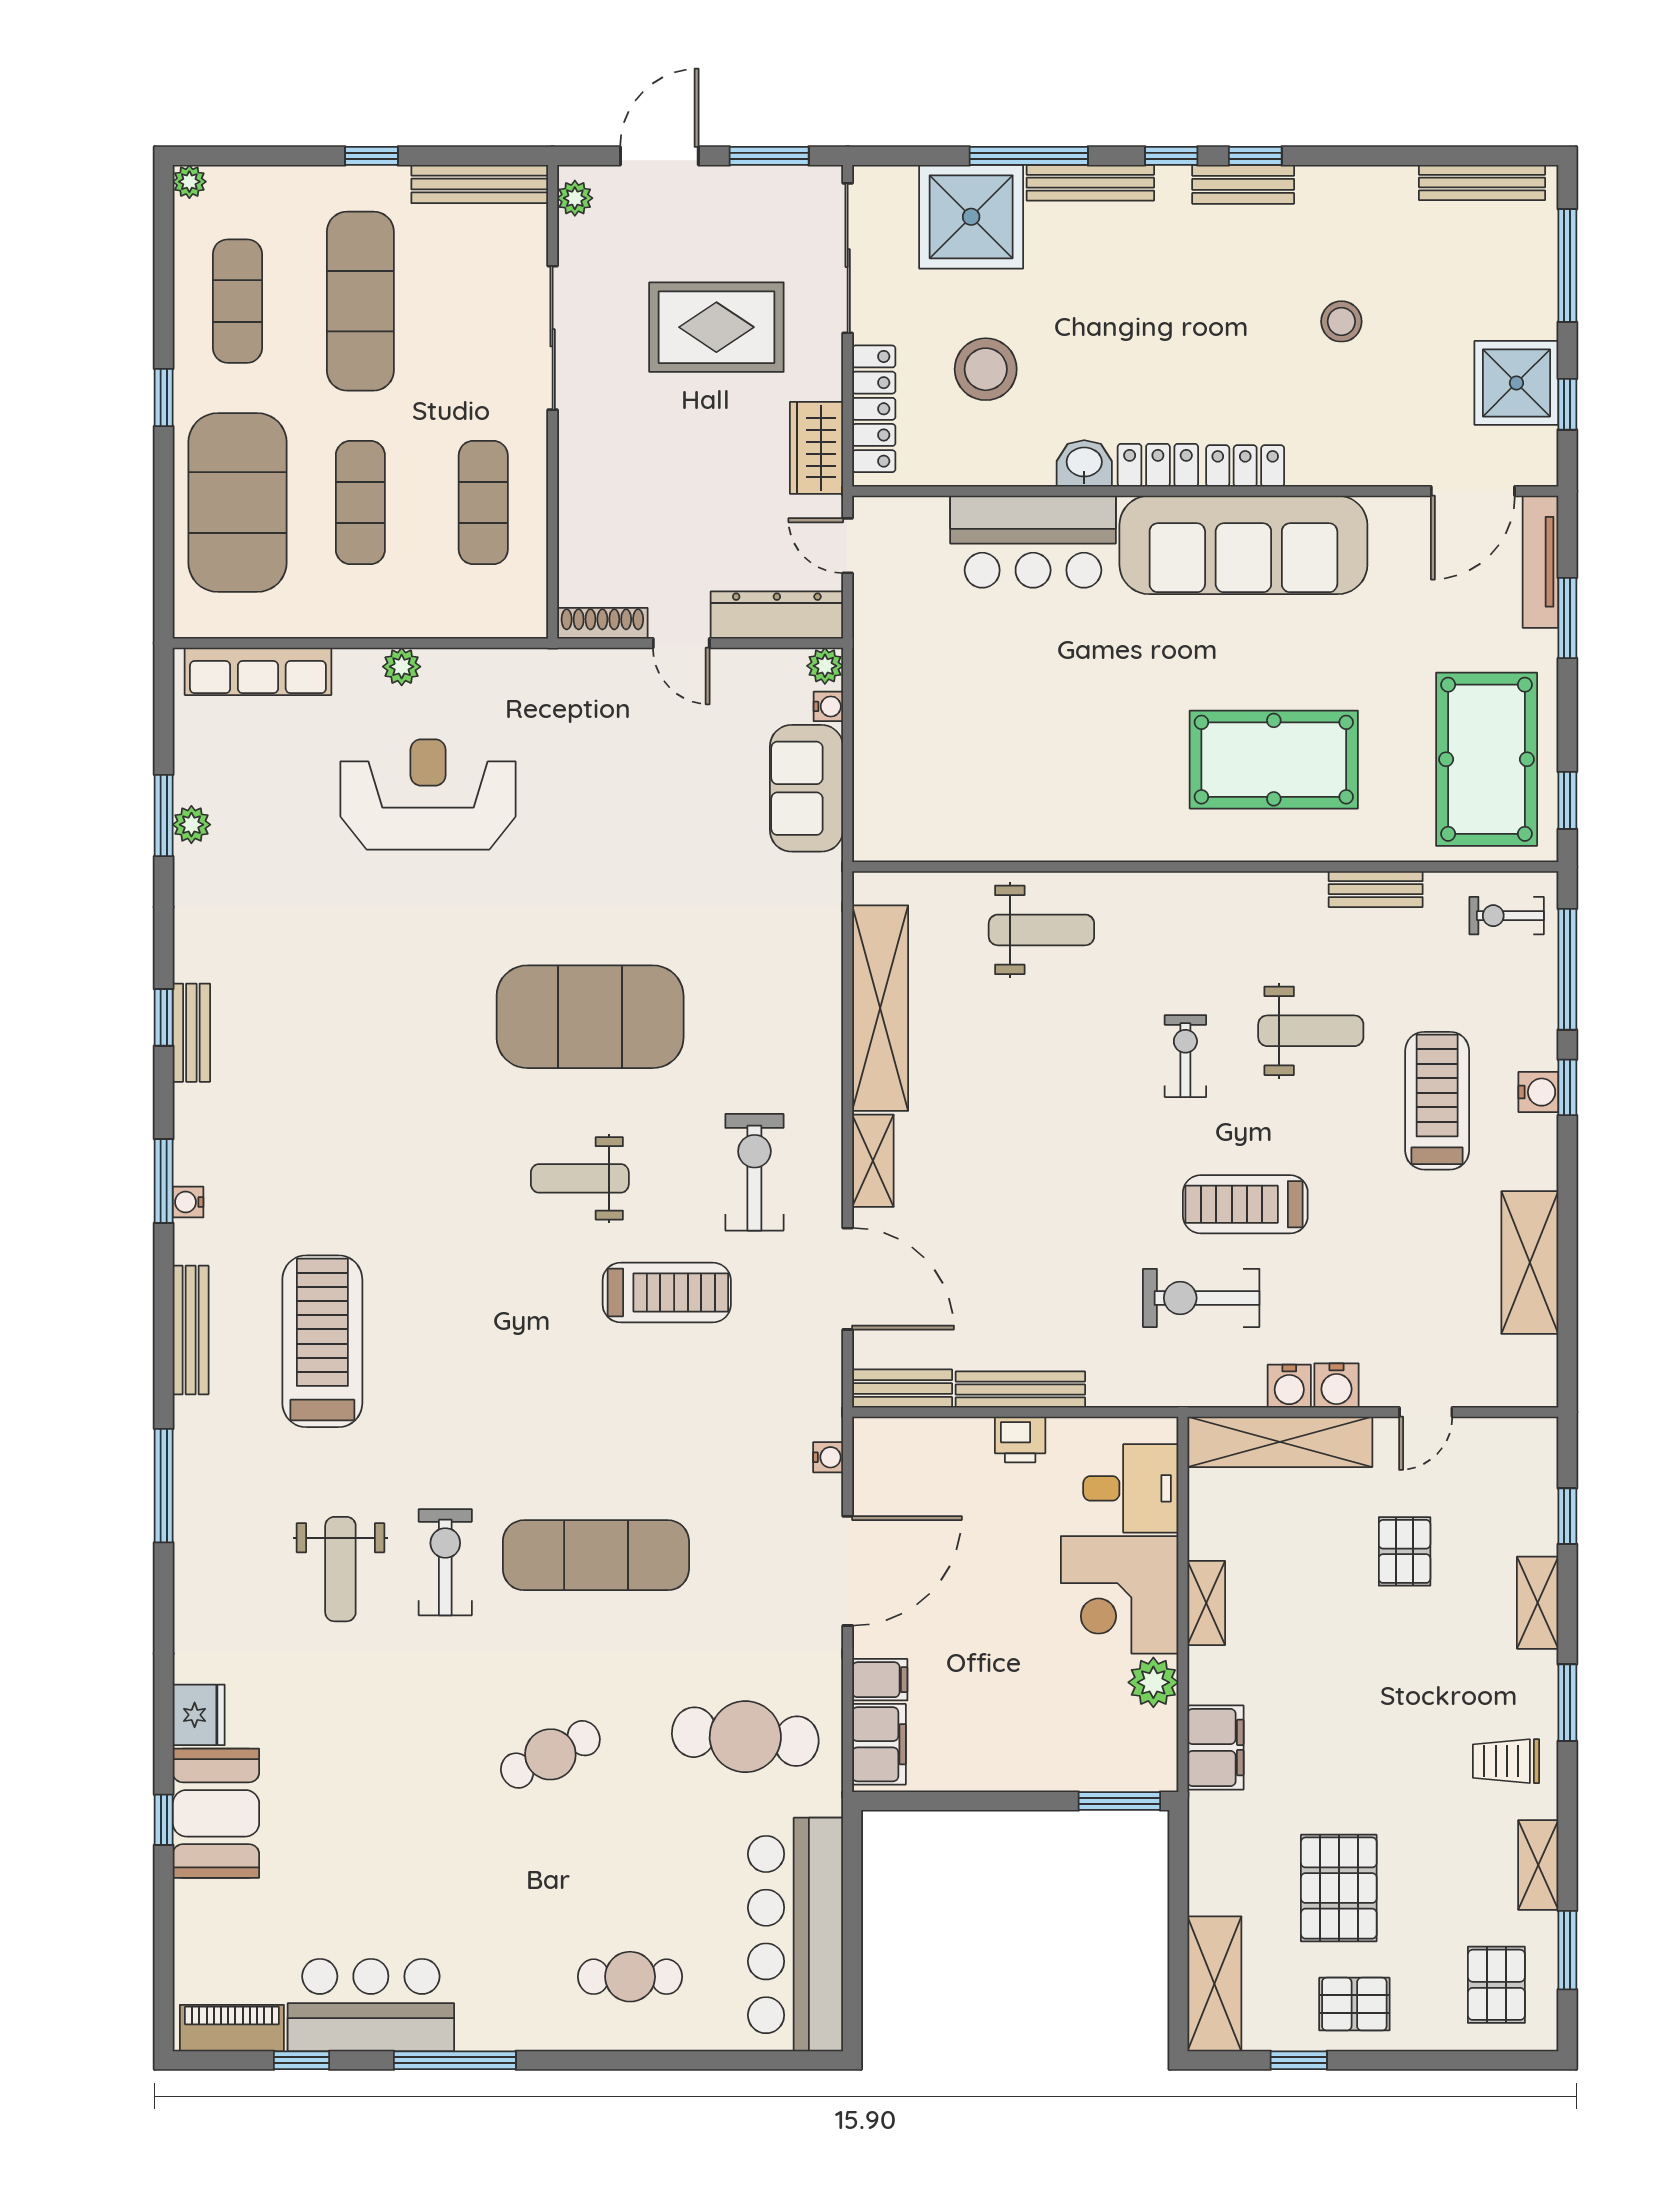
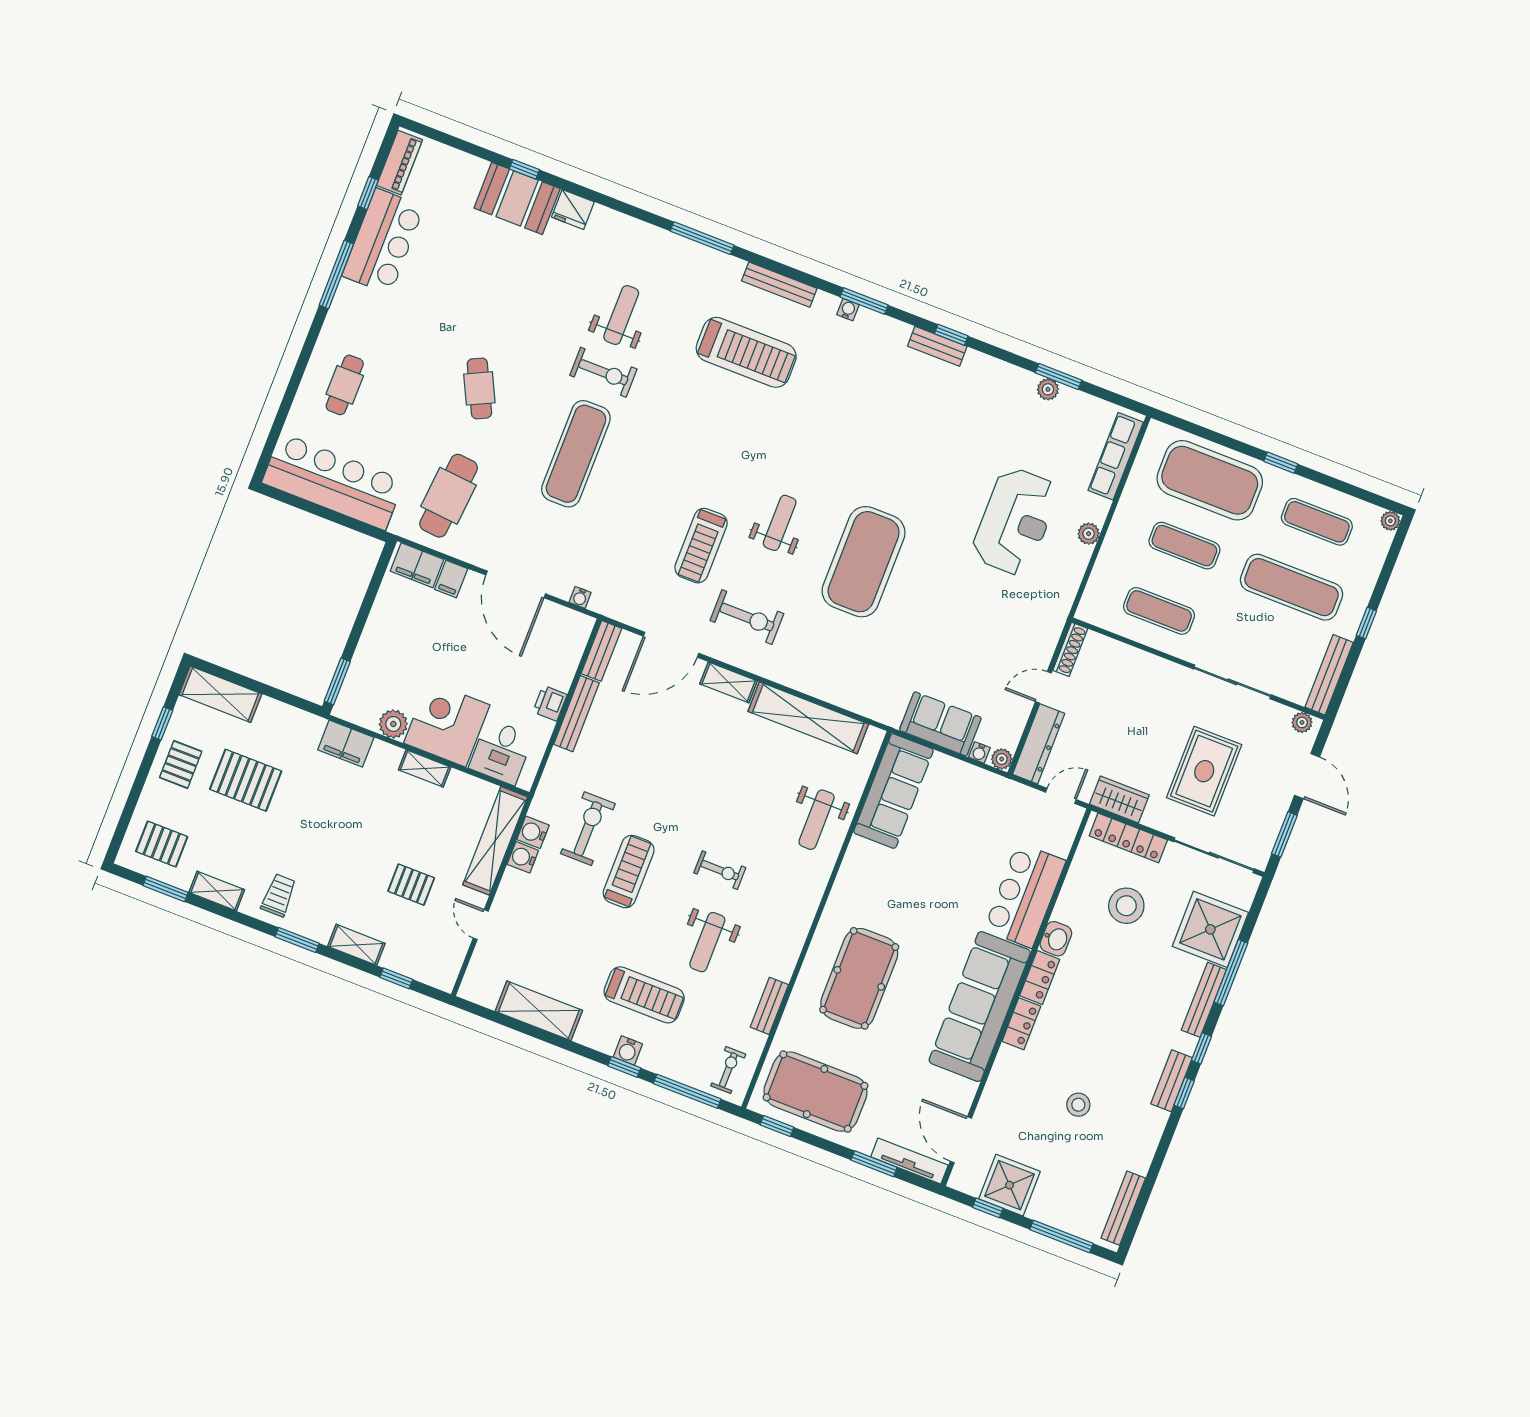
sofa: (946, 822) -> (893, 791), added
water cooler: (1336, 1385) -> (533, 832), moved
weight bench: (340, 1569) -> (621, 315), turned 90

